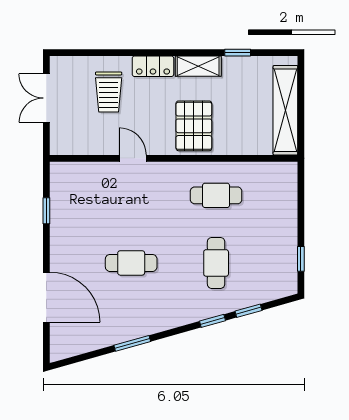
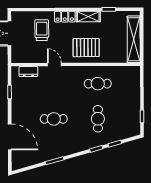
trolley: (109, 92) -> (42, 30), turned 180
pallet: (194, 126) -> (86, 48), turned 90
dresser: (83, 172) -> (28, 71), added

